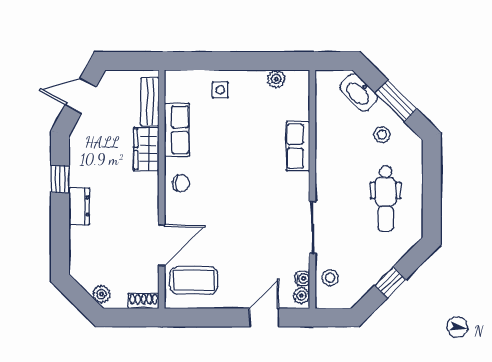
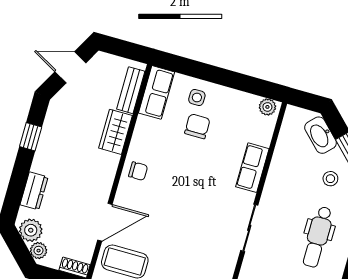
plant: (276, 79) -> (267, 107), moved
chair: (229, 119) -> (197, 126), added
row of seats: (177, 130) -> (156, 92), moved
dresser: (79, 206) -> (34, 191), moved
sliding door: (312, 227) -> (249, 228), moved
plant: (87, 275) -> (31, 230), added

